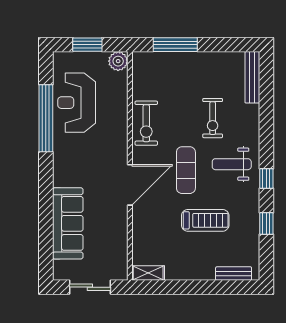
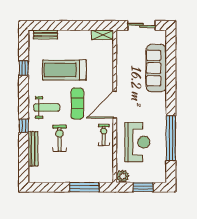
bench: (252, 77) -> (33, 149), moved
reception desk: (77, 103) -> (137, 142), moved
exercise bike: (146, 123) -> (104, 135), width x0.73, depth x0.72
window: (266, 178) -> (24, 126), moved
door: (130, 185) -> (115, 104), moved
treadmill: (205, 220) -> (64, 70), width x1.37, depth x1.38

